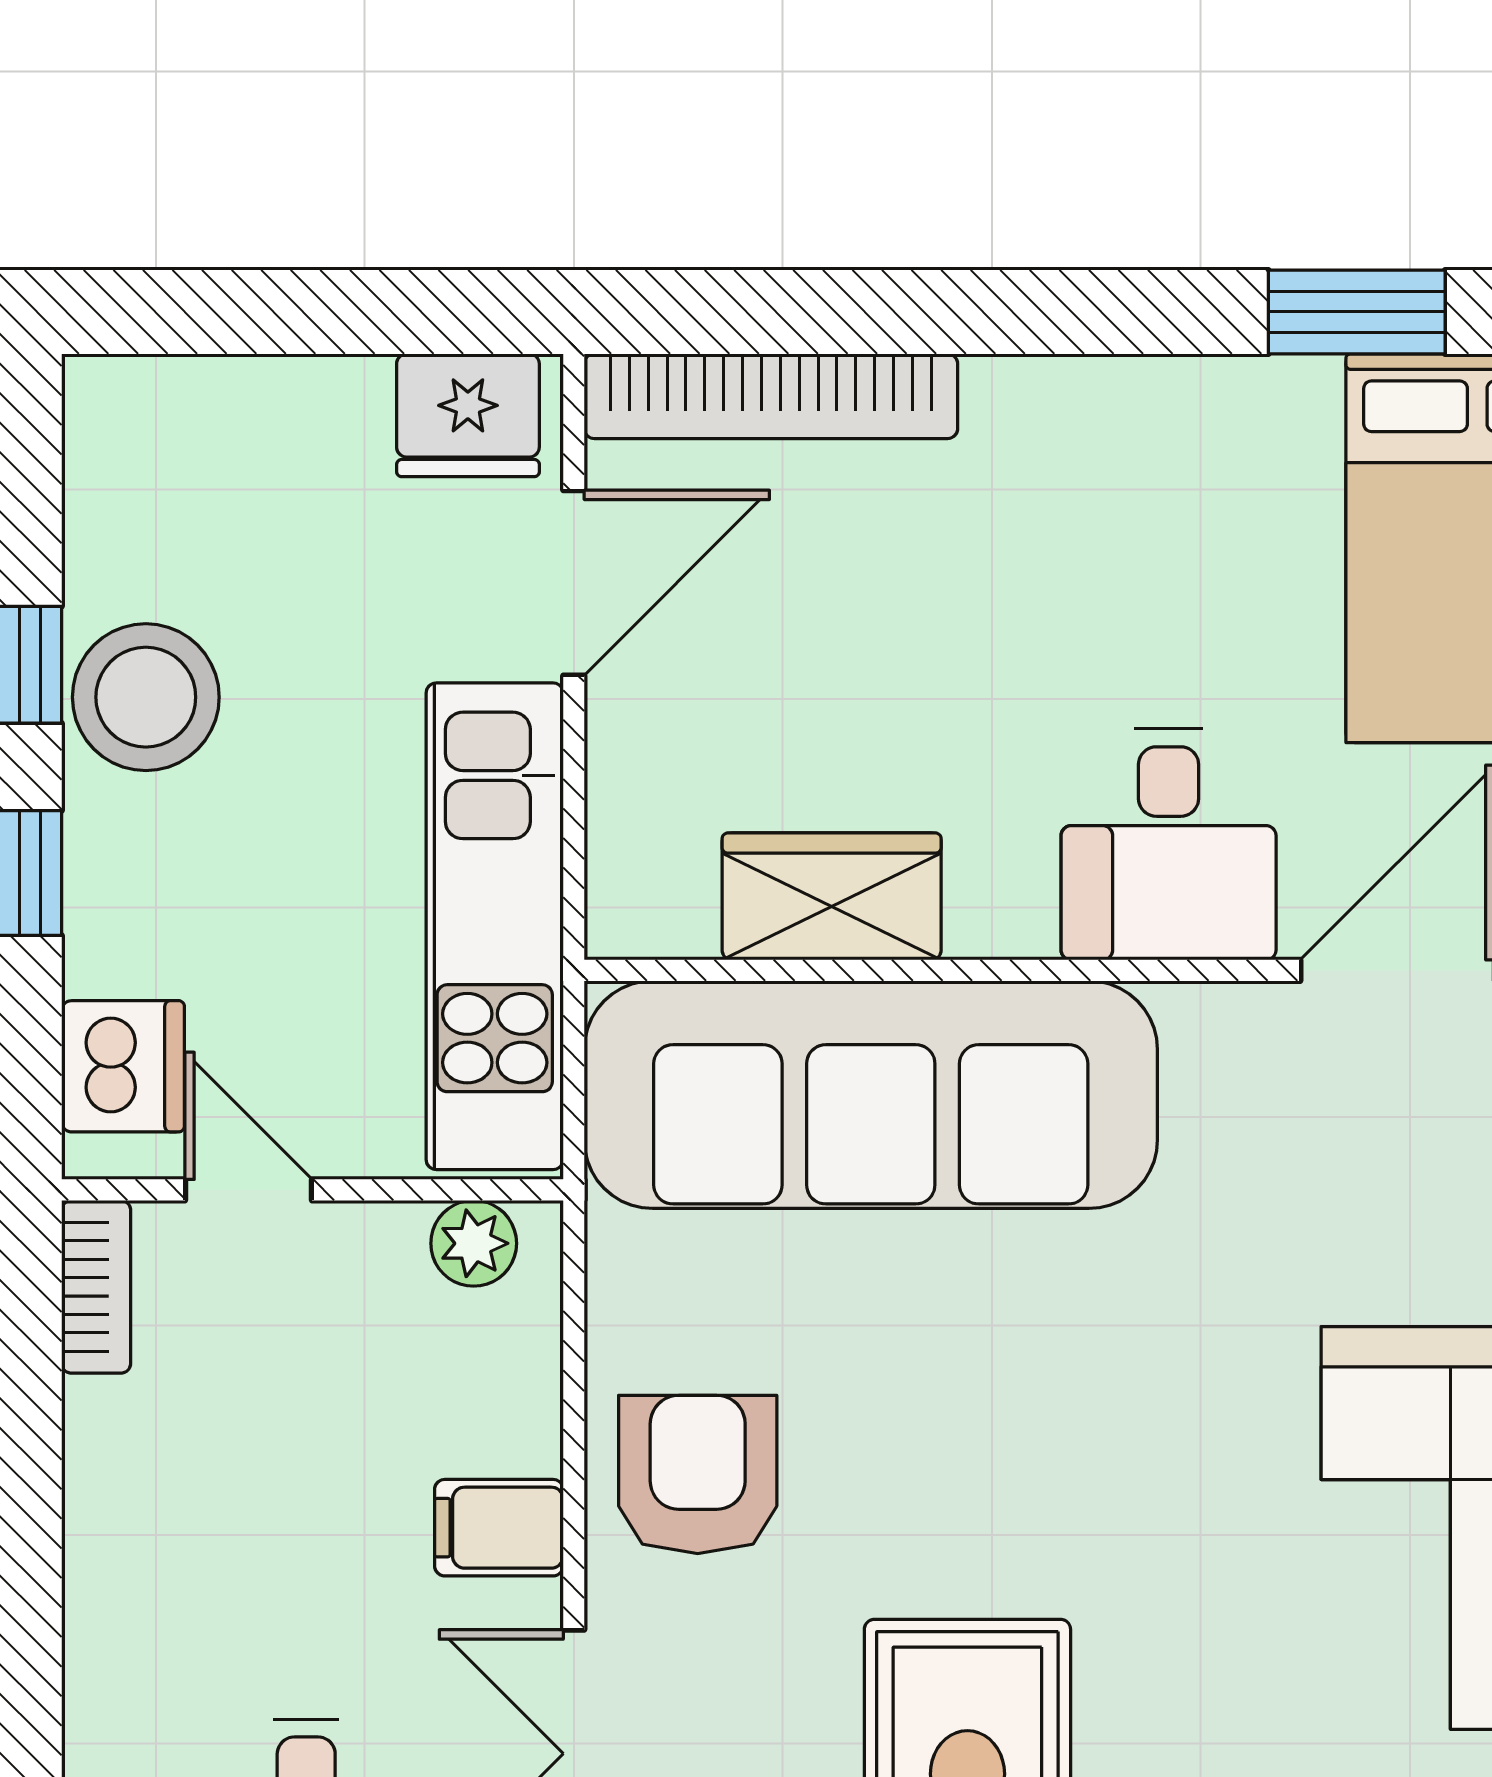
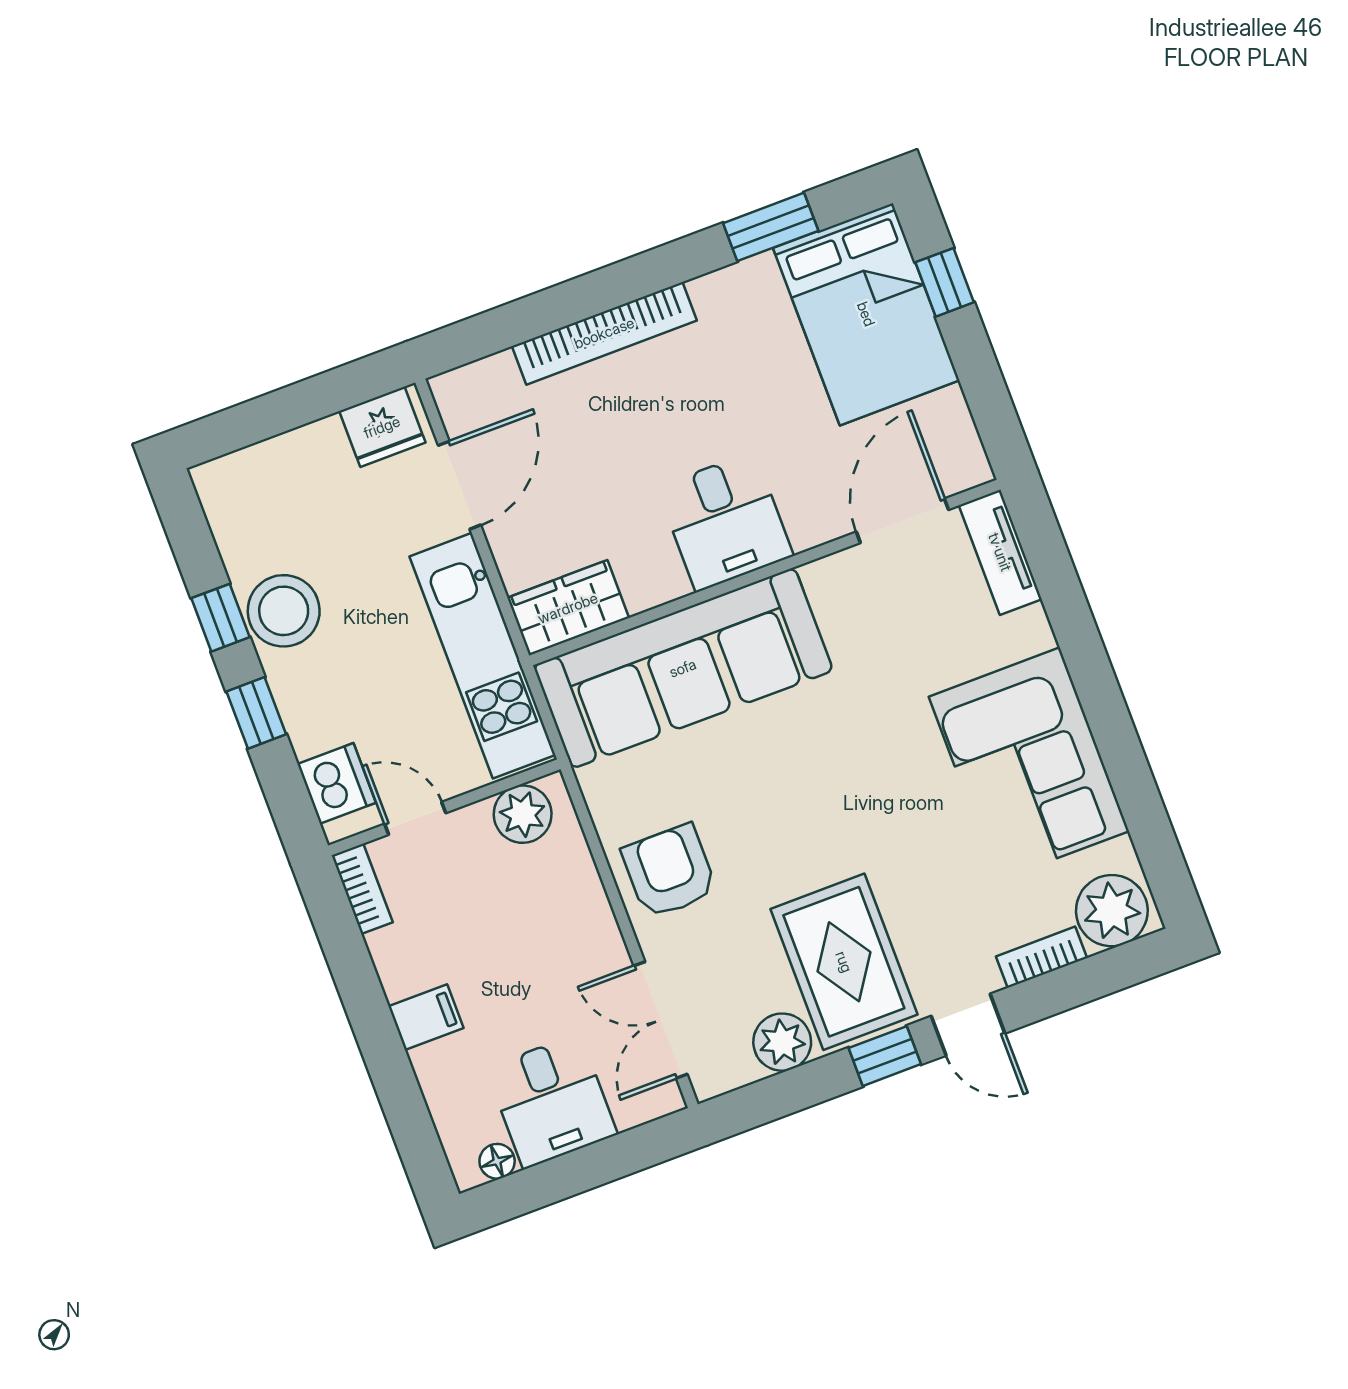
bookcase: (771, 396) -> (604, 333), moved
desk: (1169, 844) -> (725, 522), moved
wardrobe: (832, 896) -> (568, 608), moved
plant: (474, 1243) -> (523, 814), width x1.38, depth x1.38
filing cabinet: (499, 1528) -> (426, 1017), moved, turned 180

